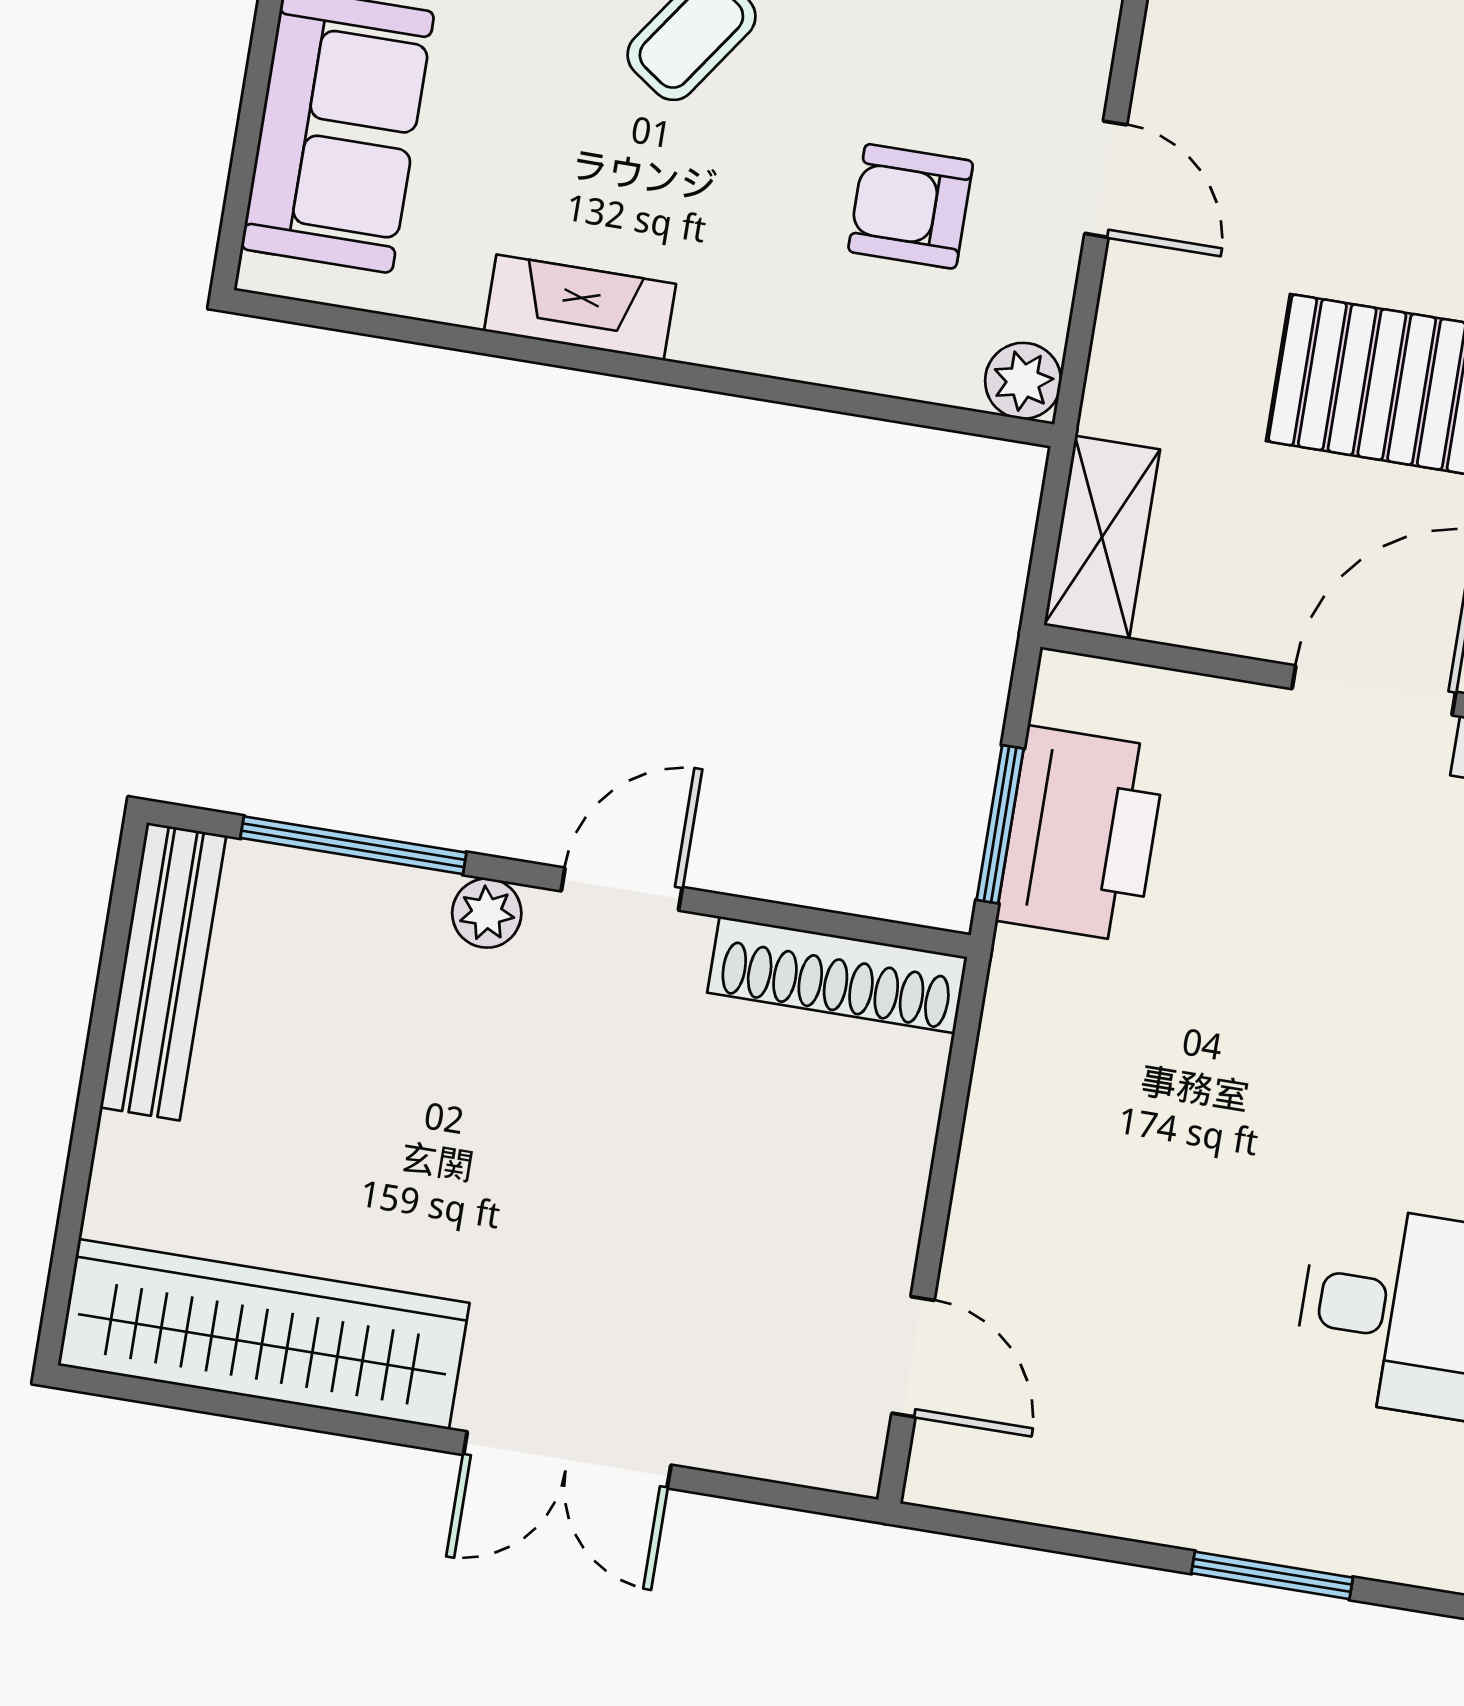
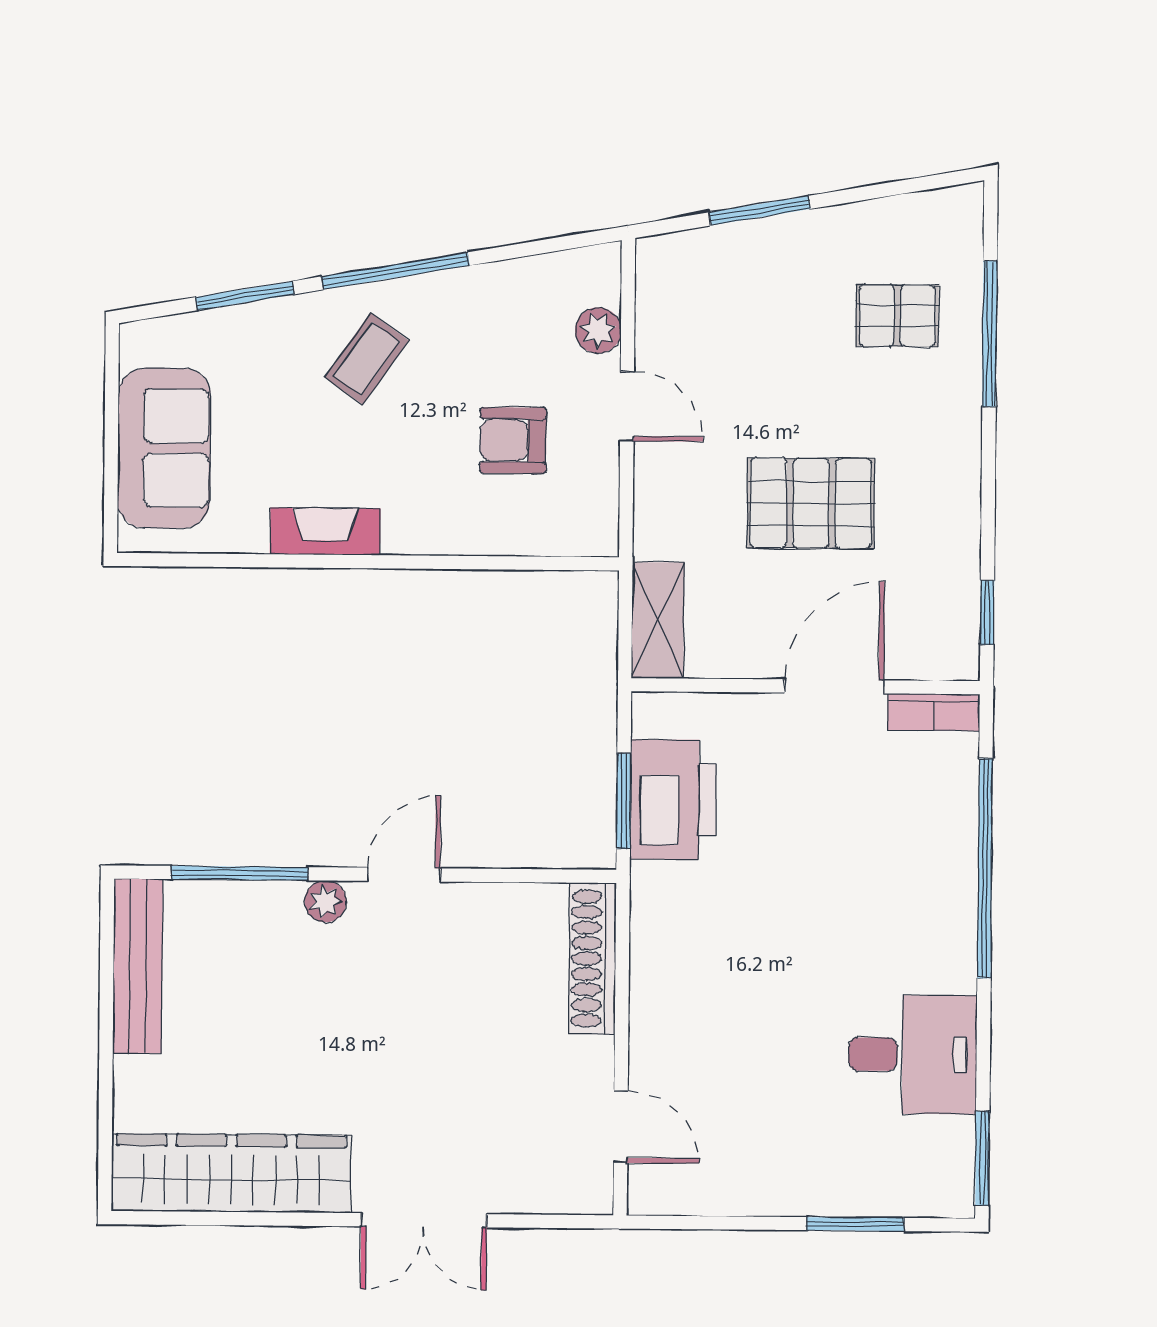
plant: (1023, 381) -> (598, 330), moved
shoe rack: (837, 975) -> (592, 959), moved, turned 90

